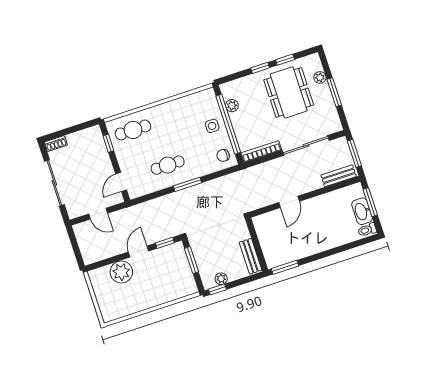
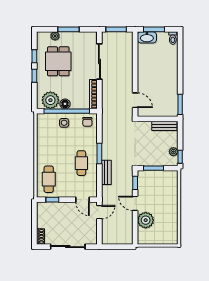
dining table: (289, 92) -> (58, 61), width x0.73
plant: (232, 106) -> (50, 100), width x1.87, depth x1.87
floor lamp: (237, 119) -> (65, 104), added
bench: (339, 176) -> (106, 172), moved
door: (289, 202) -> (135, 100), moved
washbasin: (362, 211) -> (147, 37), moved
door: (98, 214) -> (99, 212), moved

